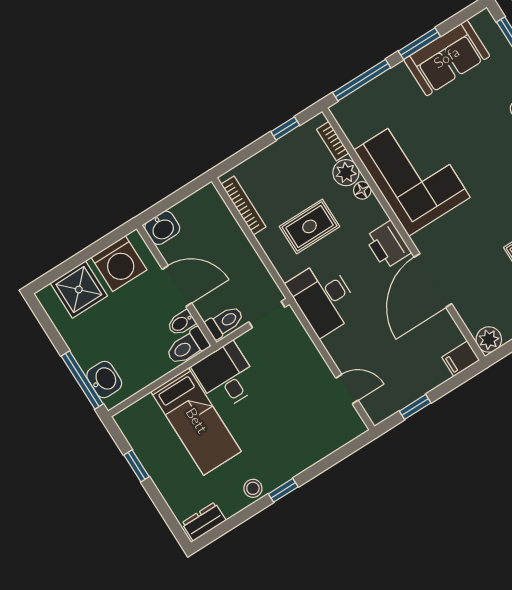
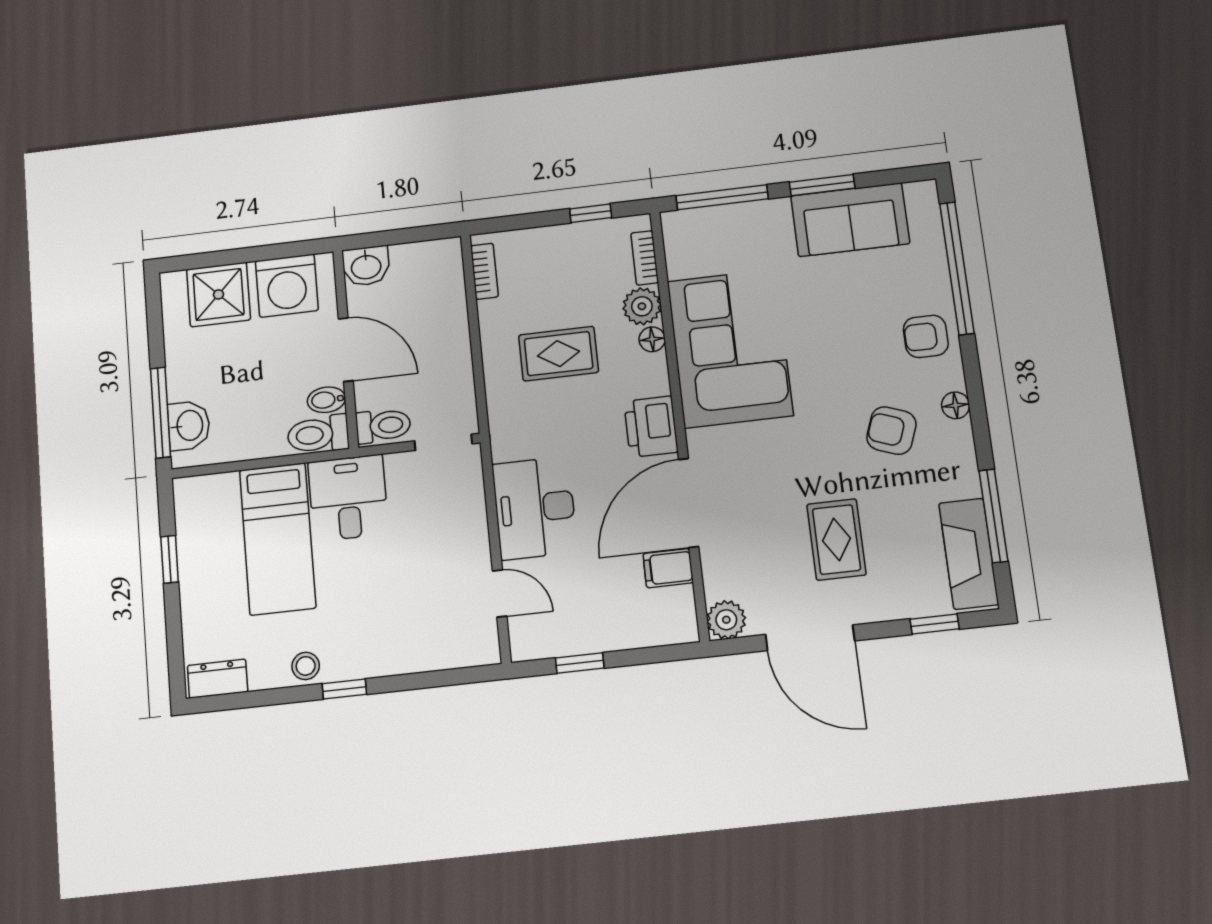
bookcase: (244, 205) -> (484, 271), width x0.64
desk: (323, 298) -> (535, 508), moved
filing cabinet: (461, 359) -> (668, 568), moved

